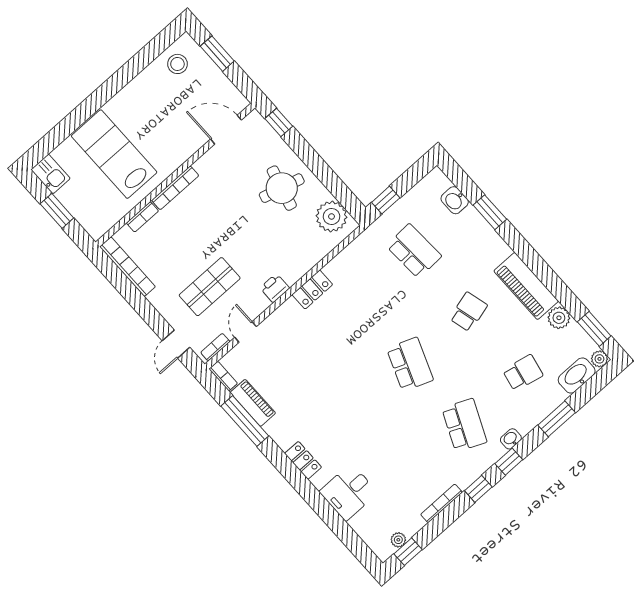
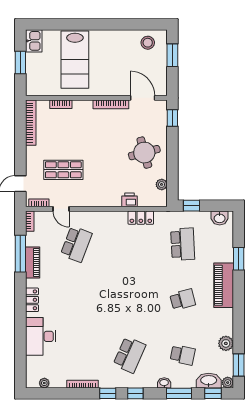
lab bench: (114, 154) -> (75, 60), turned 180
bookcase: (175, 188) -> (111, 104), moved
round table: (282, 188) -> (144, 153), turned -30
washbasin: (455, 200) -> (220, 218), moved, turned -90
plant: (332, 216) -> (162, 184), width x0.53, depth x0.53
piano: (526, 286) -> (224, 285), moved
printer: (275, 288) -> (129, 200), moved
locker: (312, 290) -> (141, 218), moved
door: (246, 332) -> (61, 209), swing flipped
school desk: (410, 364) -> (76, 244), moved
piano: (253, 403) -> (33, 262), moved
washbasin: (511, 439) -> (164, 383), moved
desk: (348, 492) -> (41, 336), width x1.37
window: (408, 552) -> (213, 393), moved

